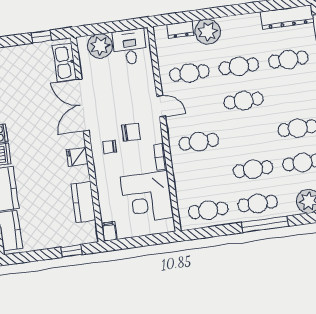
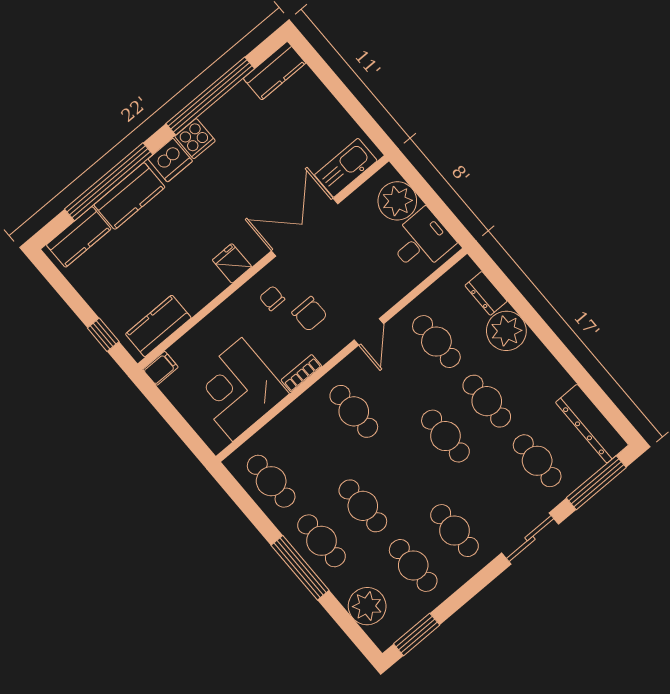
window: (41, 37) -> (361, 116), removed
kitchen counter: (83, 202) -> (158, 326), moved

